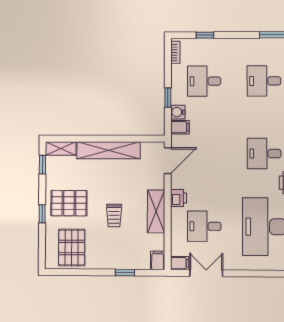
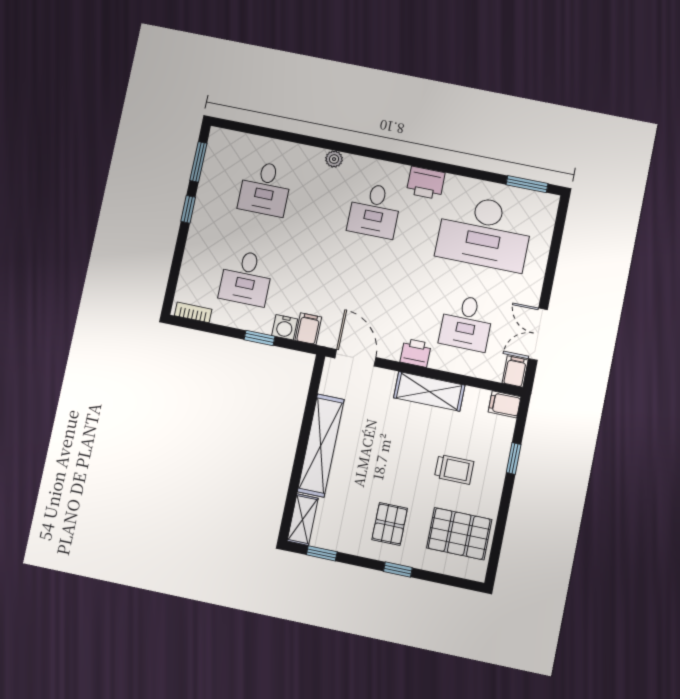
window: (205, 35) -> (188, 209), moved
pallet: (69, 203) -> (390, 524), width x0.67, depth x0.71
trolley: (114, 216) -> (454, 469), moved

